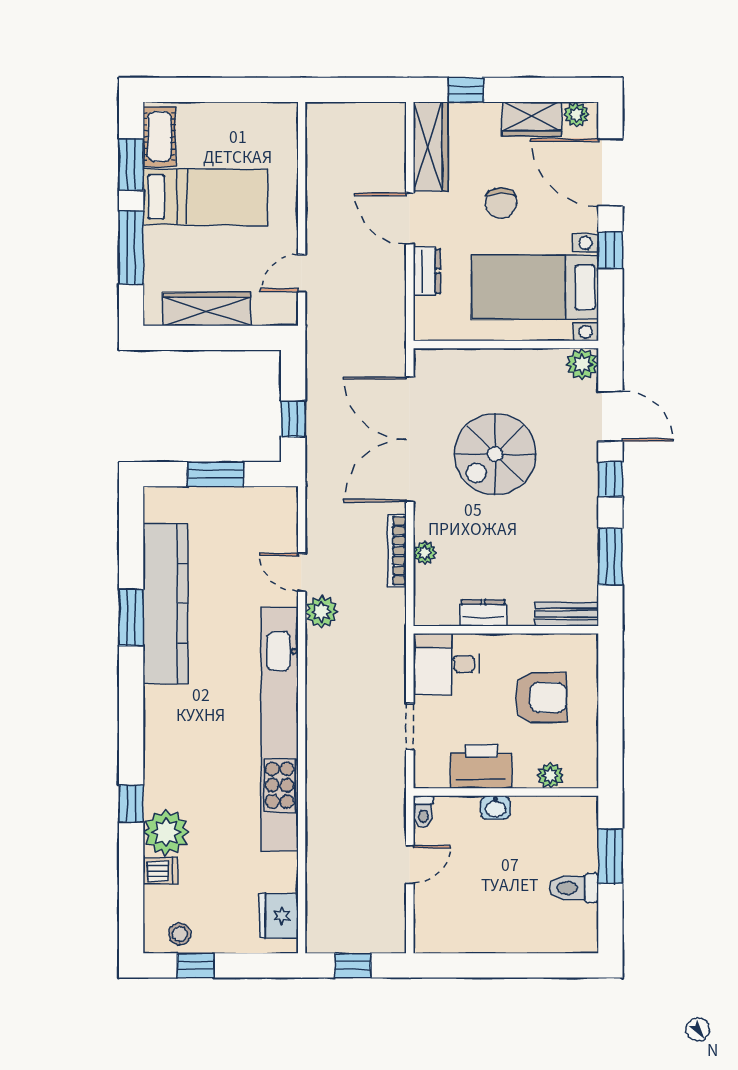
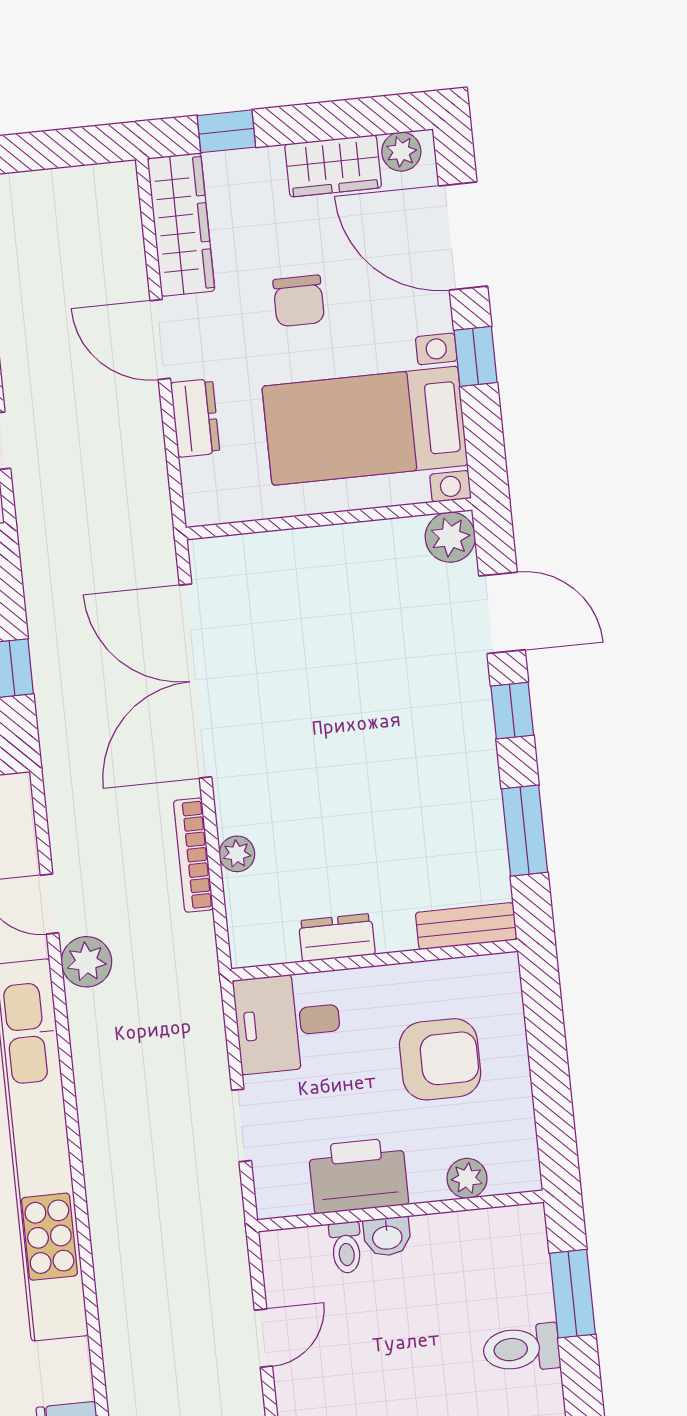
spiral stairs: (495, 454) -> (330, 690), removed
toilet: (423, 812) -> (346, 1247), moved

